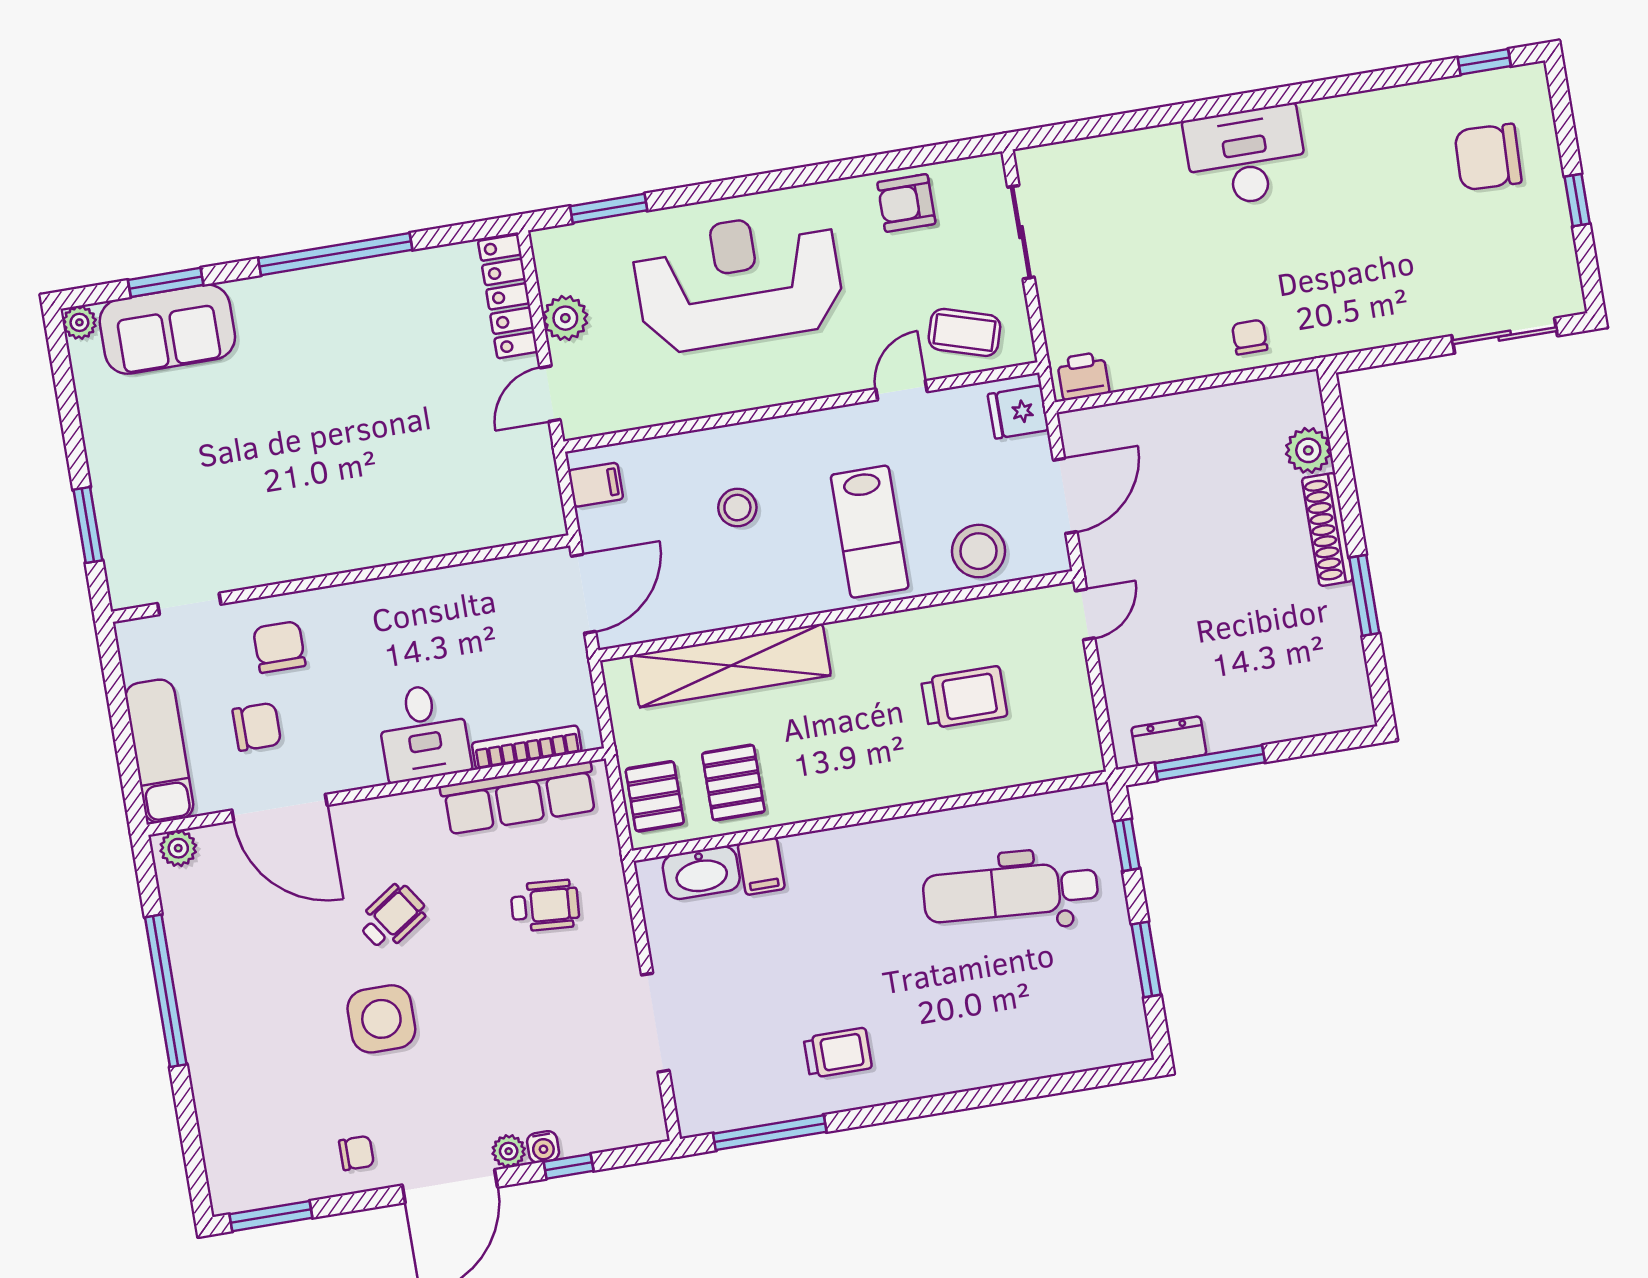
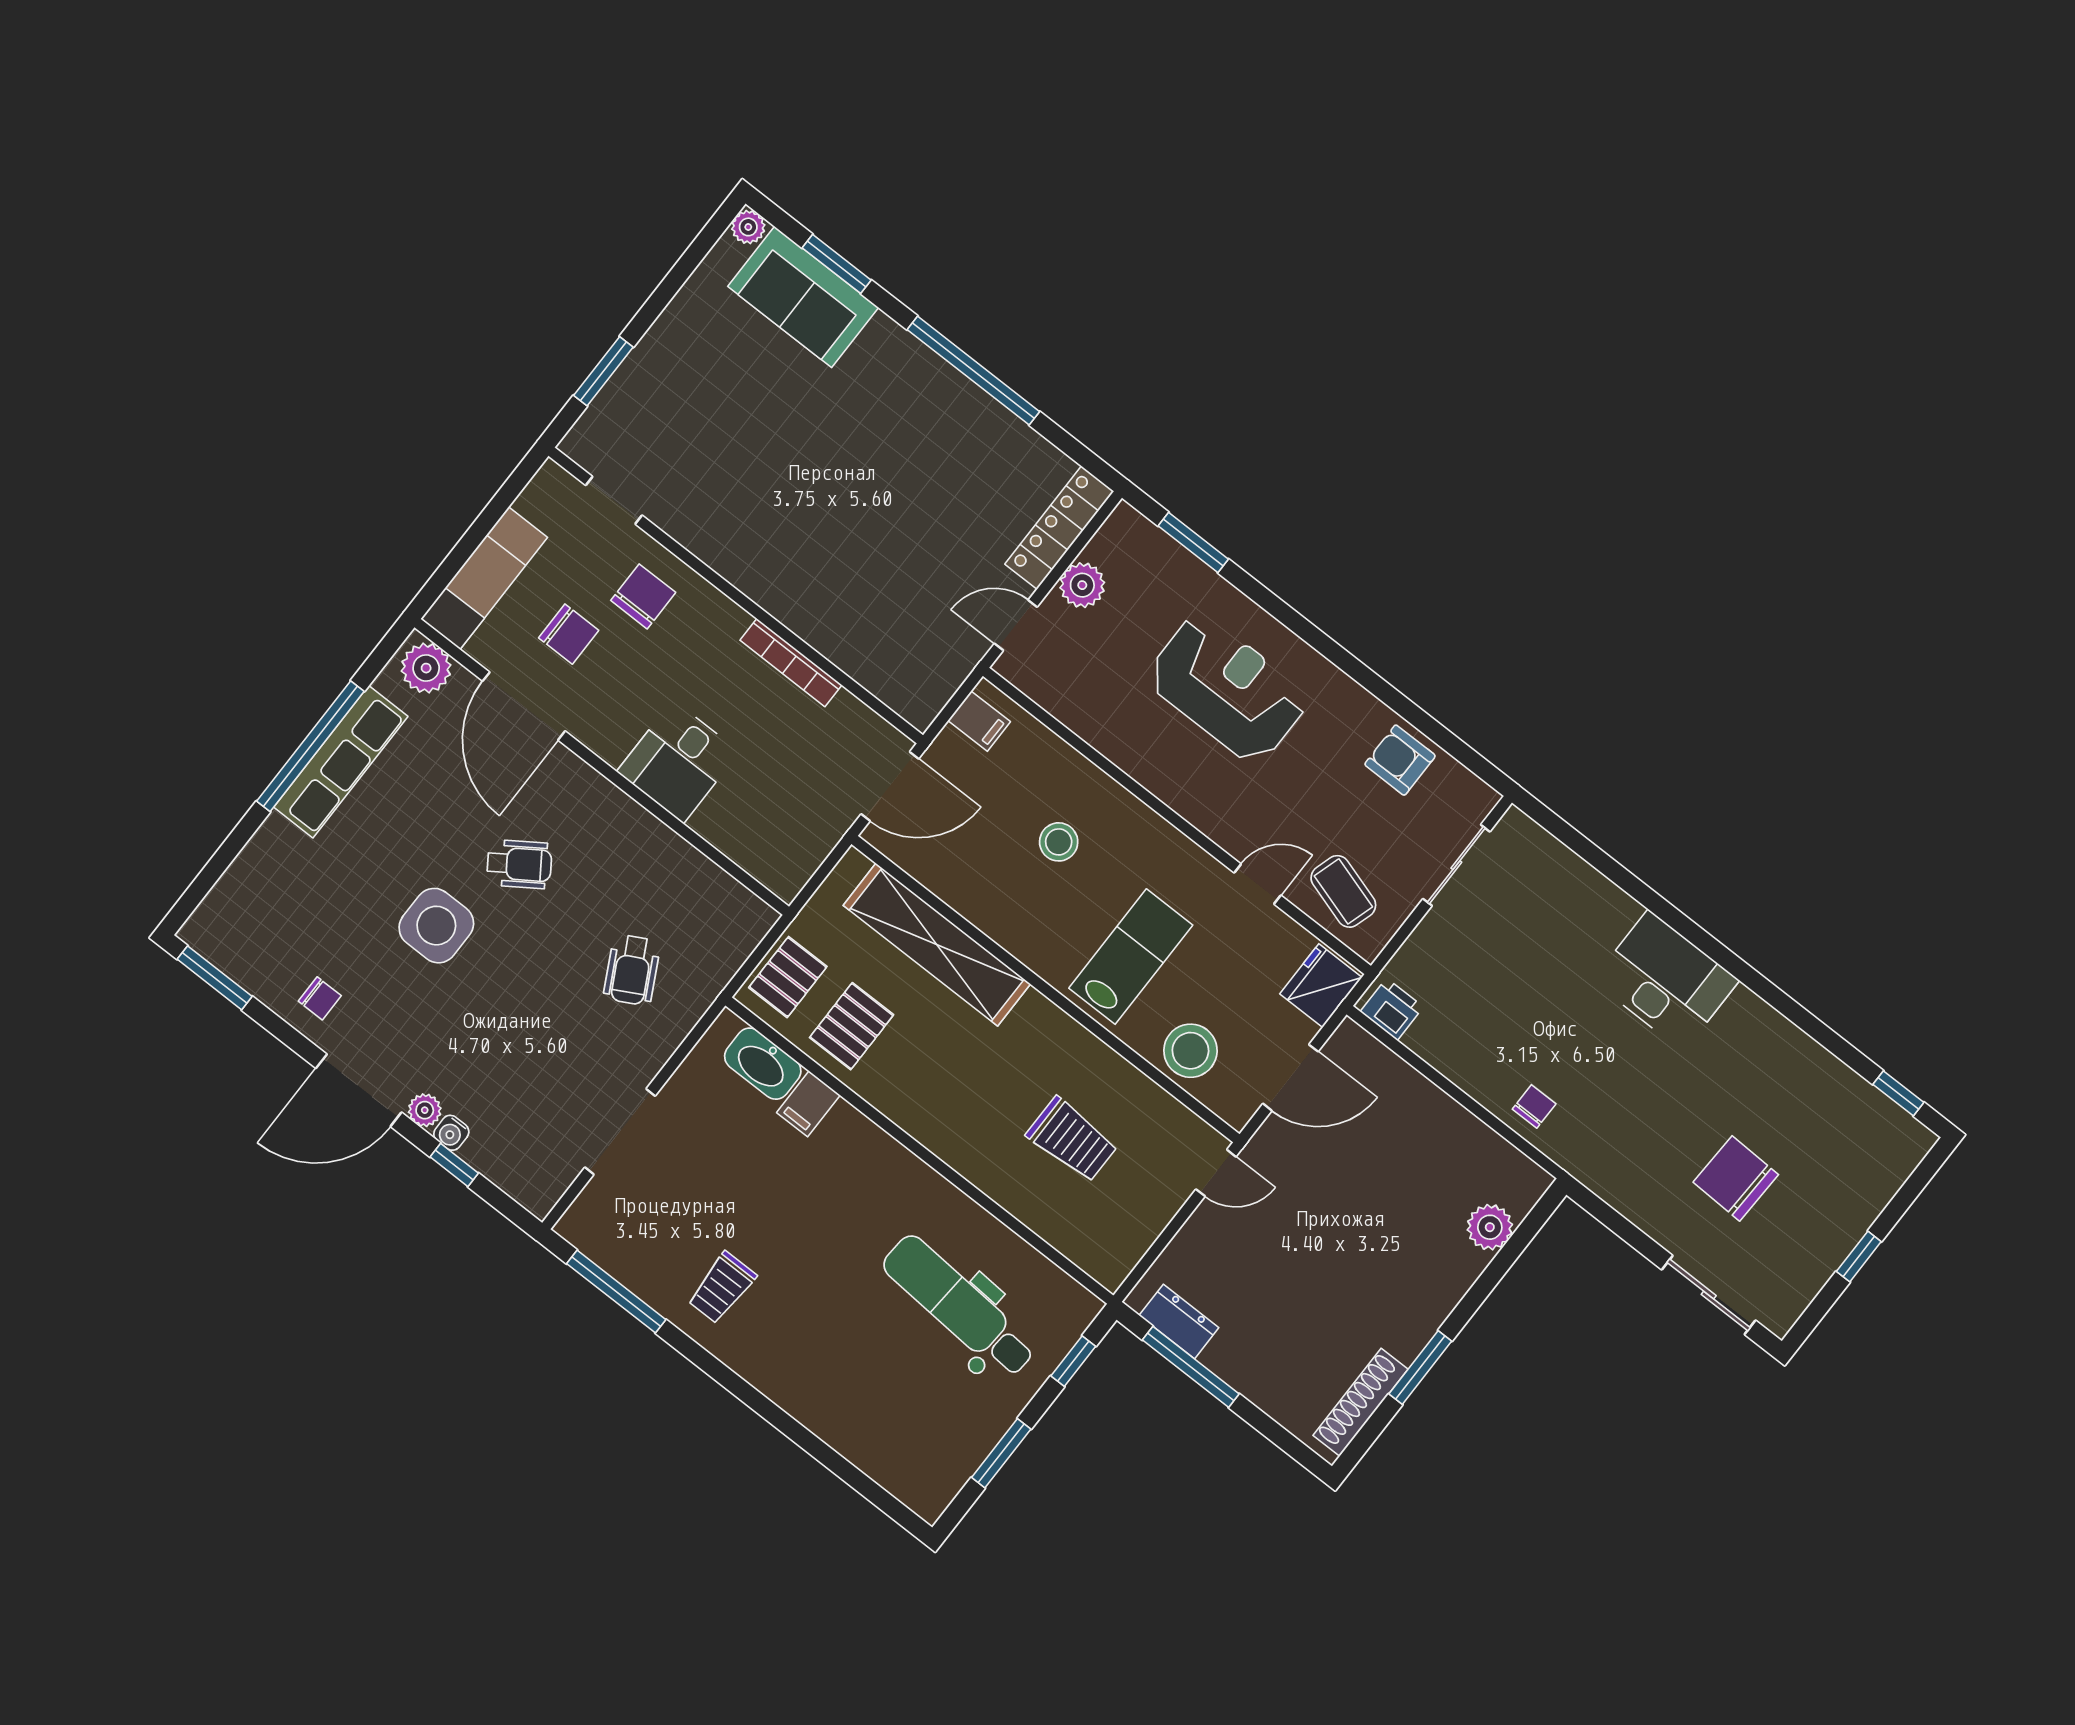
chair: (1488, 157) -> (1736, 1178), moved
reception desk: (738, 281) -> (1227, 688), width x0.74, depth x0.77
fridge: (1018, 412) -> (1321, 986), width x1.38
shoe rack: (1327, 529) -> (1360, 1402), moved
lab bench: (870, 532) -> (1131, 957), turned 180
bookcase: (527, 747) -> (791, 663), moved, turned 180
row of seats: (519, 798) -> (341, 762), moved, turned -90
plant: (178, 848) -> (426, 668), width x1.38, depth x1.38
wheelchair: (545, 906) -> (632, 970), turned 58
trolley: (838, 1053) -> (722, 1288), turned 90

